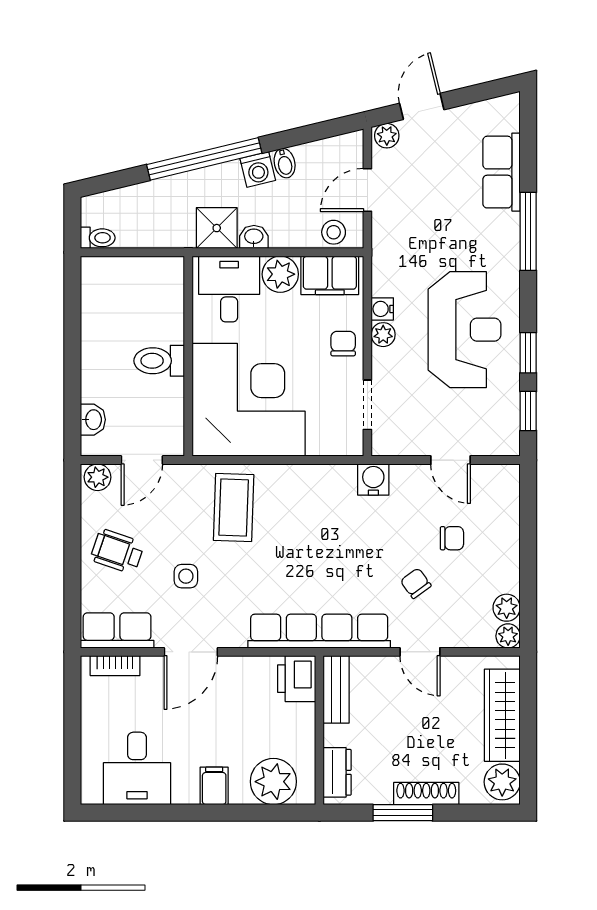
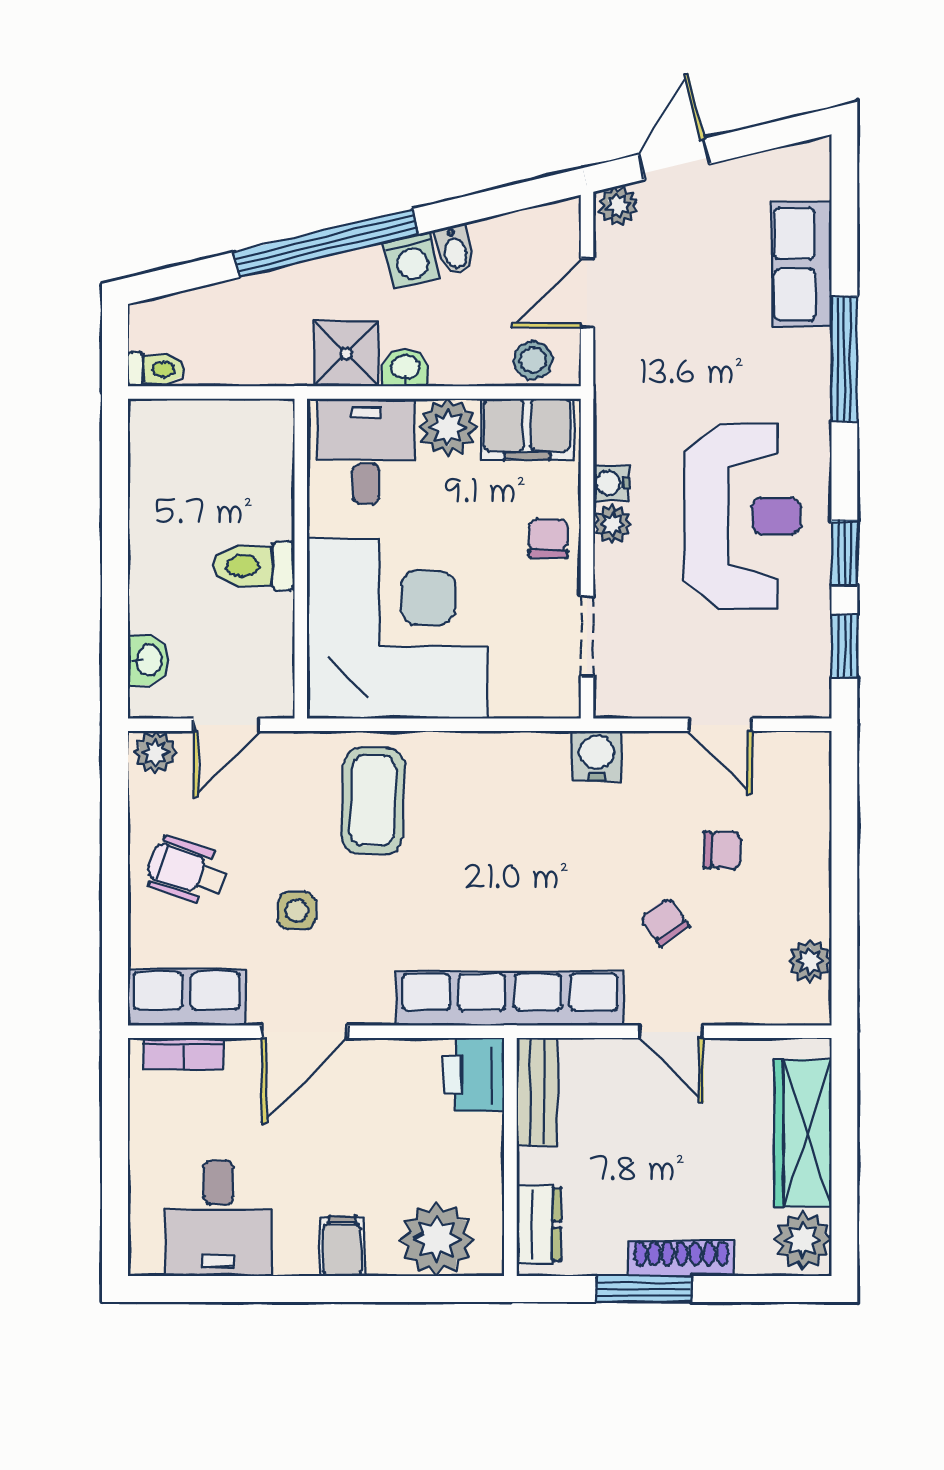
plant: (508, 636) -> (812, 1006), removed

